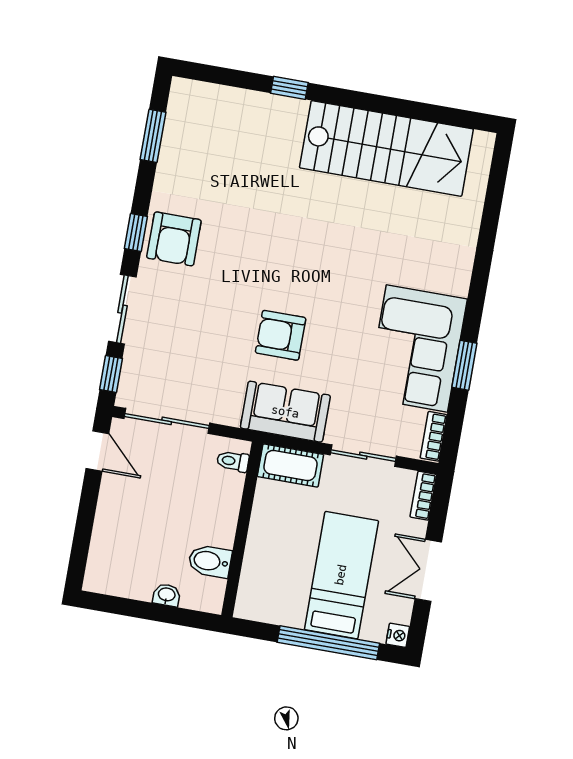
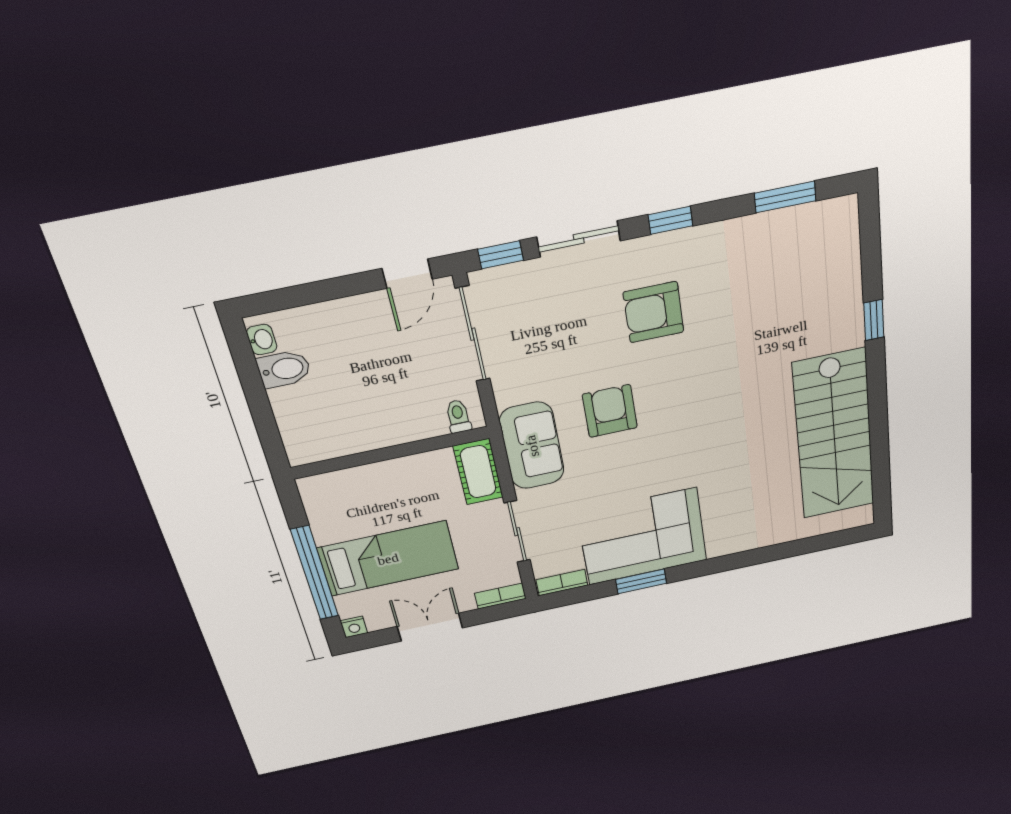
armchair: (174, 239) -> (654, 312), moved
bidet: (210, 561) -> (284, 369), moved, turned 90
washbasin: (167, 595) -> (262, 340), moved

